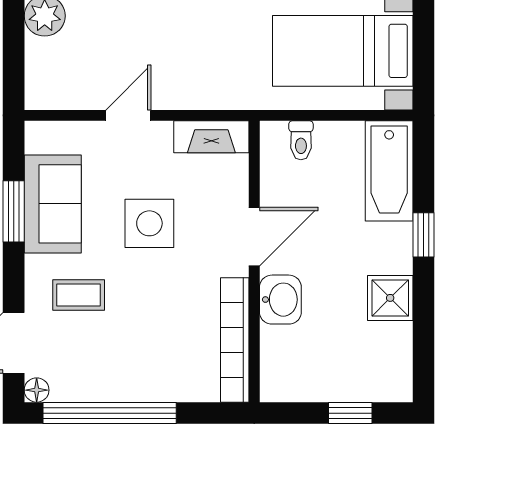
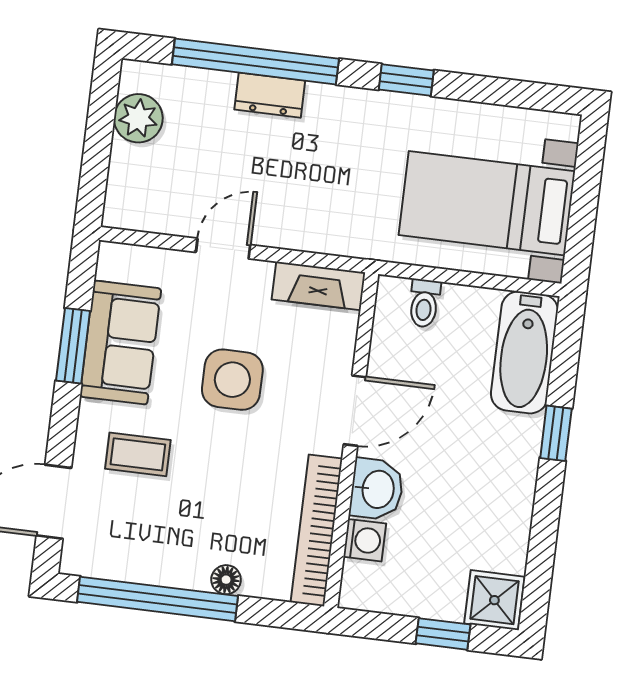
shower: (390, 298) -> (494, 600), moved
washing machine: (276, 343) -> (365, 540), added
floor lamp: (37, 390) -> (226, 580), moved

